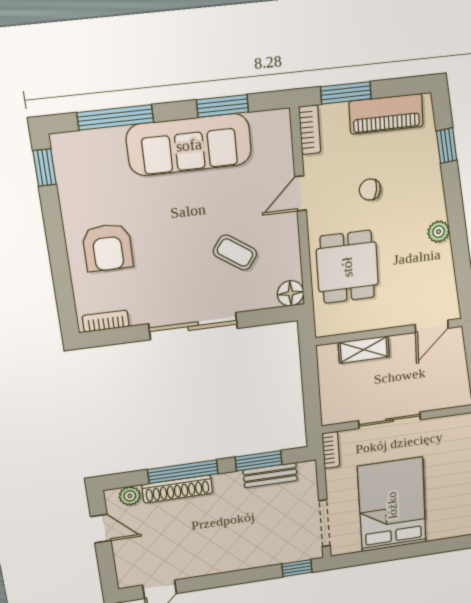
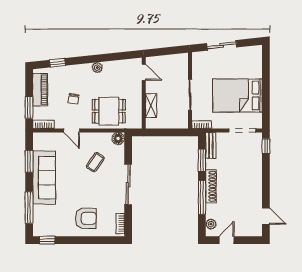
bench: (270, 475) -> (211, 145), moved
shoe rack: (177, 489) -> (211, 186), moved

